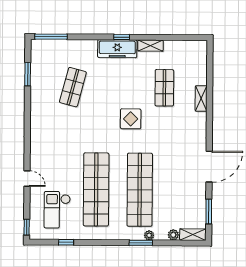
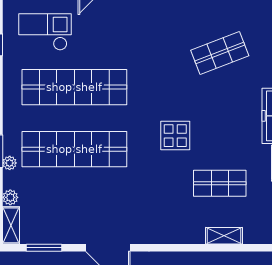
shop shelf: (73, 87) -> (220, 53), turned -36
shelving: (201, 98) -> (224, 236), moved

